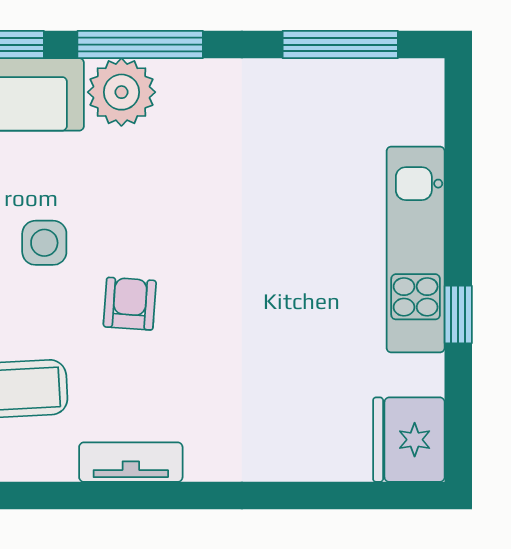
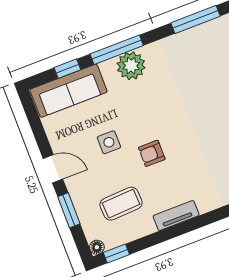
plant: (121, 92) -> (131, 66), moved
armchair: (130, 304) -> (152, 153), turned -94

